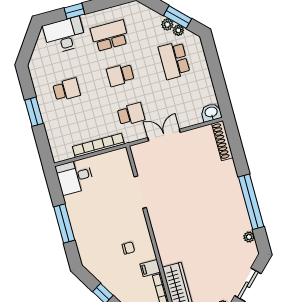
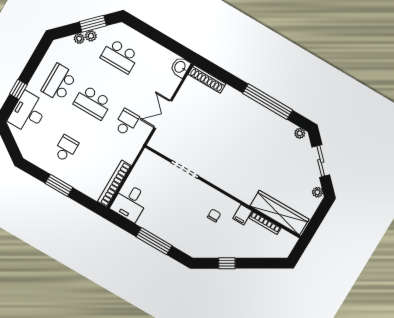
plant: (178, 30) -> (79, 39), moved
school desk: (120, 75) -> (93, 102), width x1.85
bookcase: (98, 145) -> (114, 184), moved
plant: (249, 237) -> (300, 133), moved

